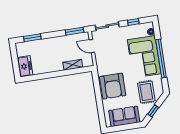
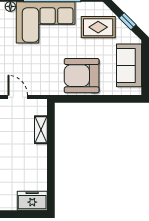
door: (92, 46) -> (18, 97), swing flipped
armchair: (113, 86) -> (82, 76), turned 180

